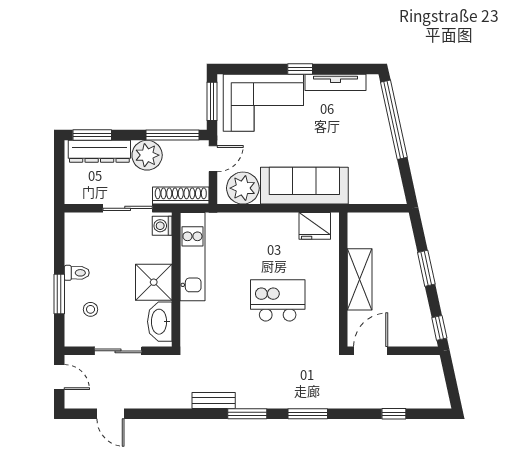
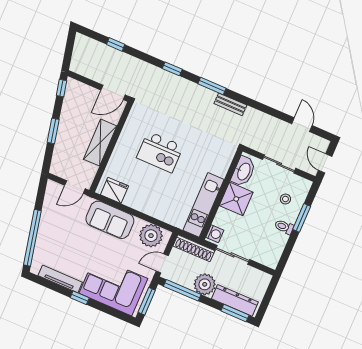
sofa: (304, 186) -> (110, 220), width x0.73
door: (367, 208) -> (75, 187), added
window: (308, 414) -> (172, 69), width x0.67

